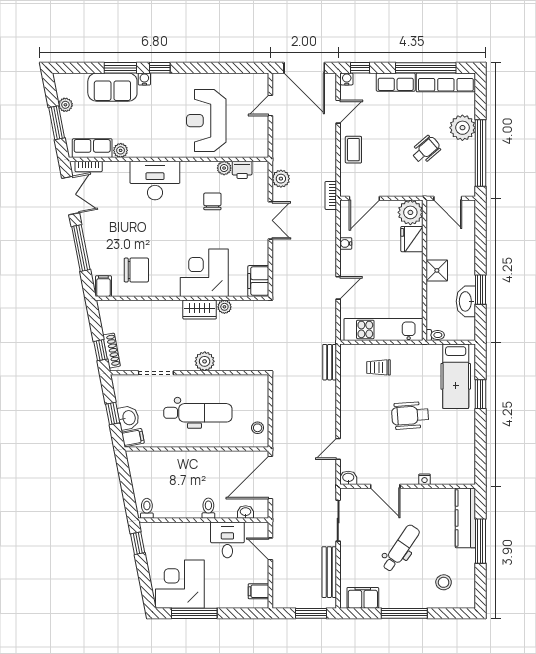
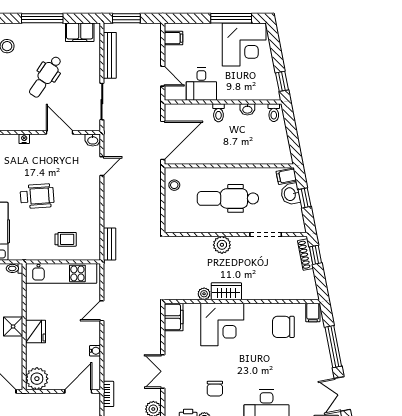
fridge: (412, 239) -> (36, 331), moved
washbasin: (246, 512) -> (247, 109), moved

